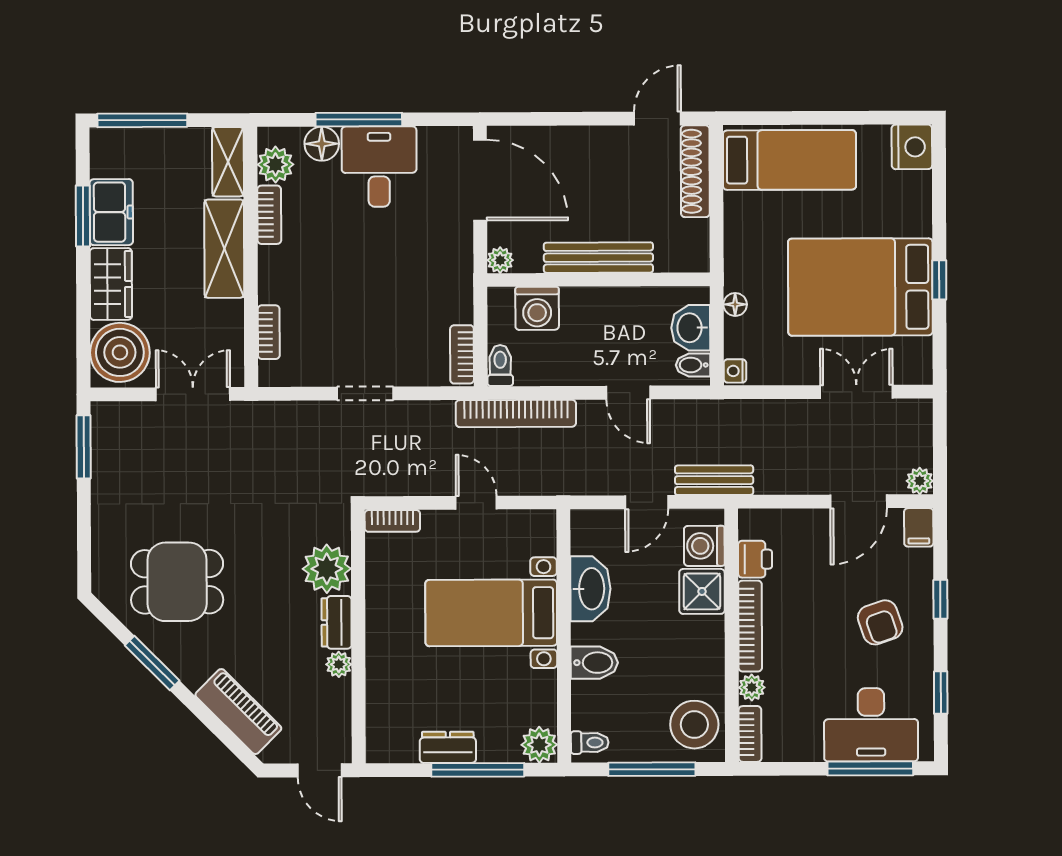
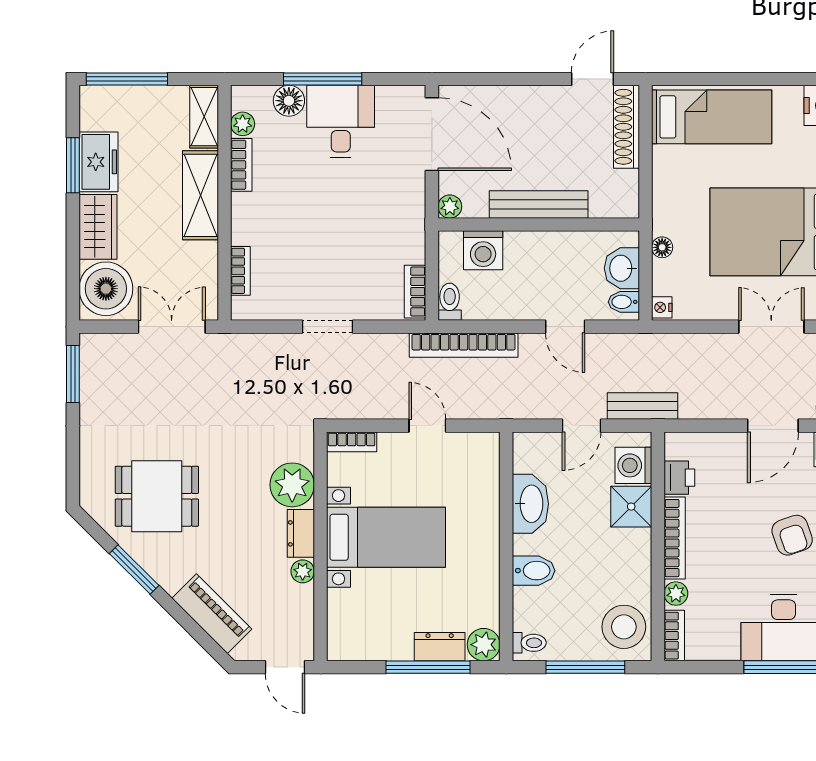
plant: (275, 165) -> (243, 124), width x0.73, depth x0.73
bed with nightstands: (491, 613) -> (386, 537), moved, turned 180
dresser: (448, 747) -> (440, 647), moved

